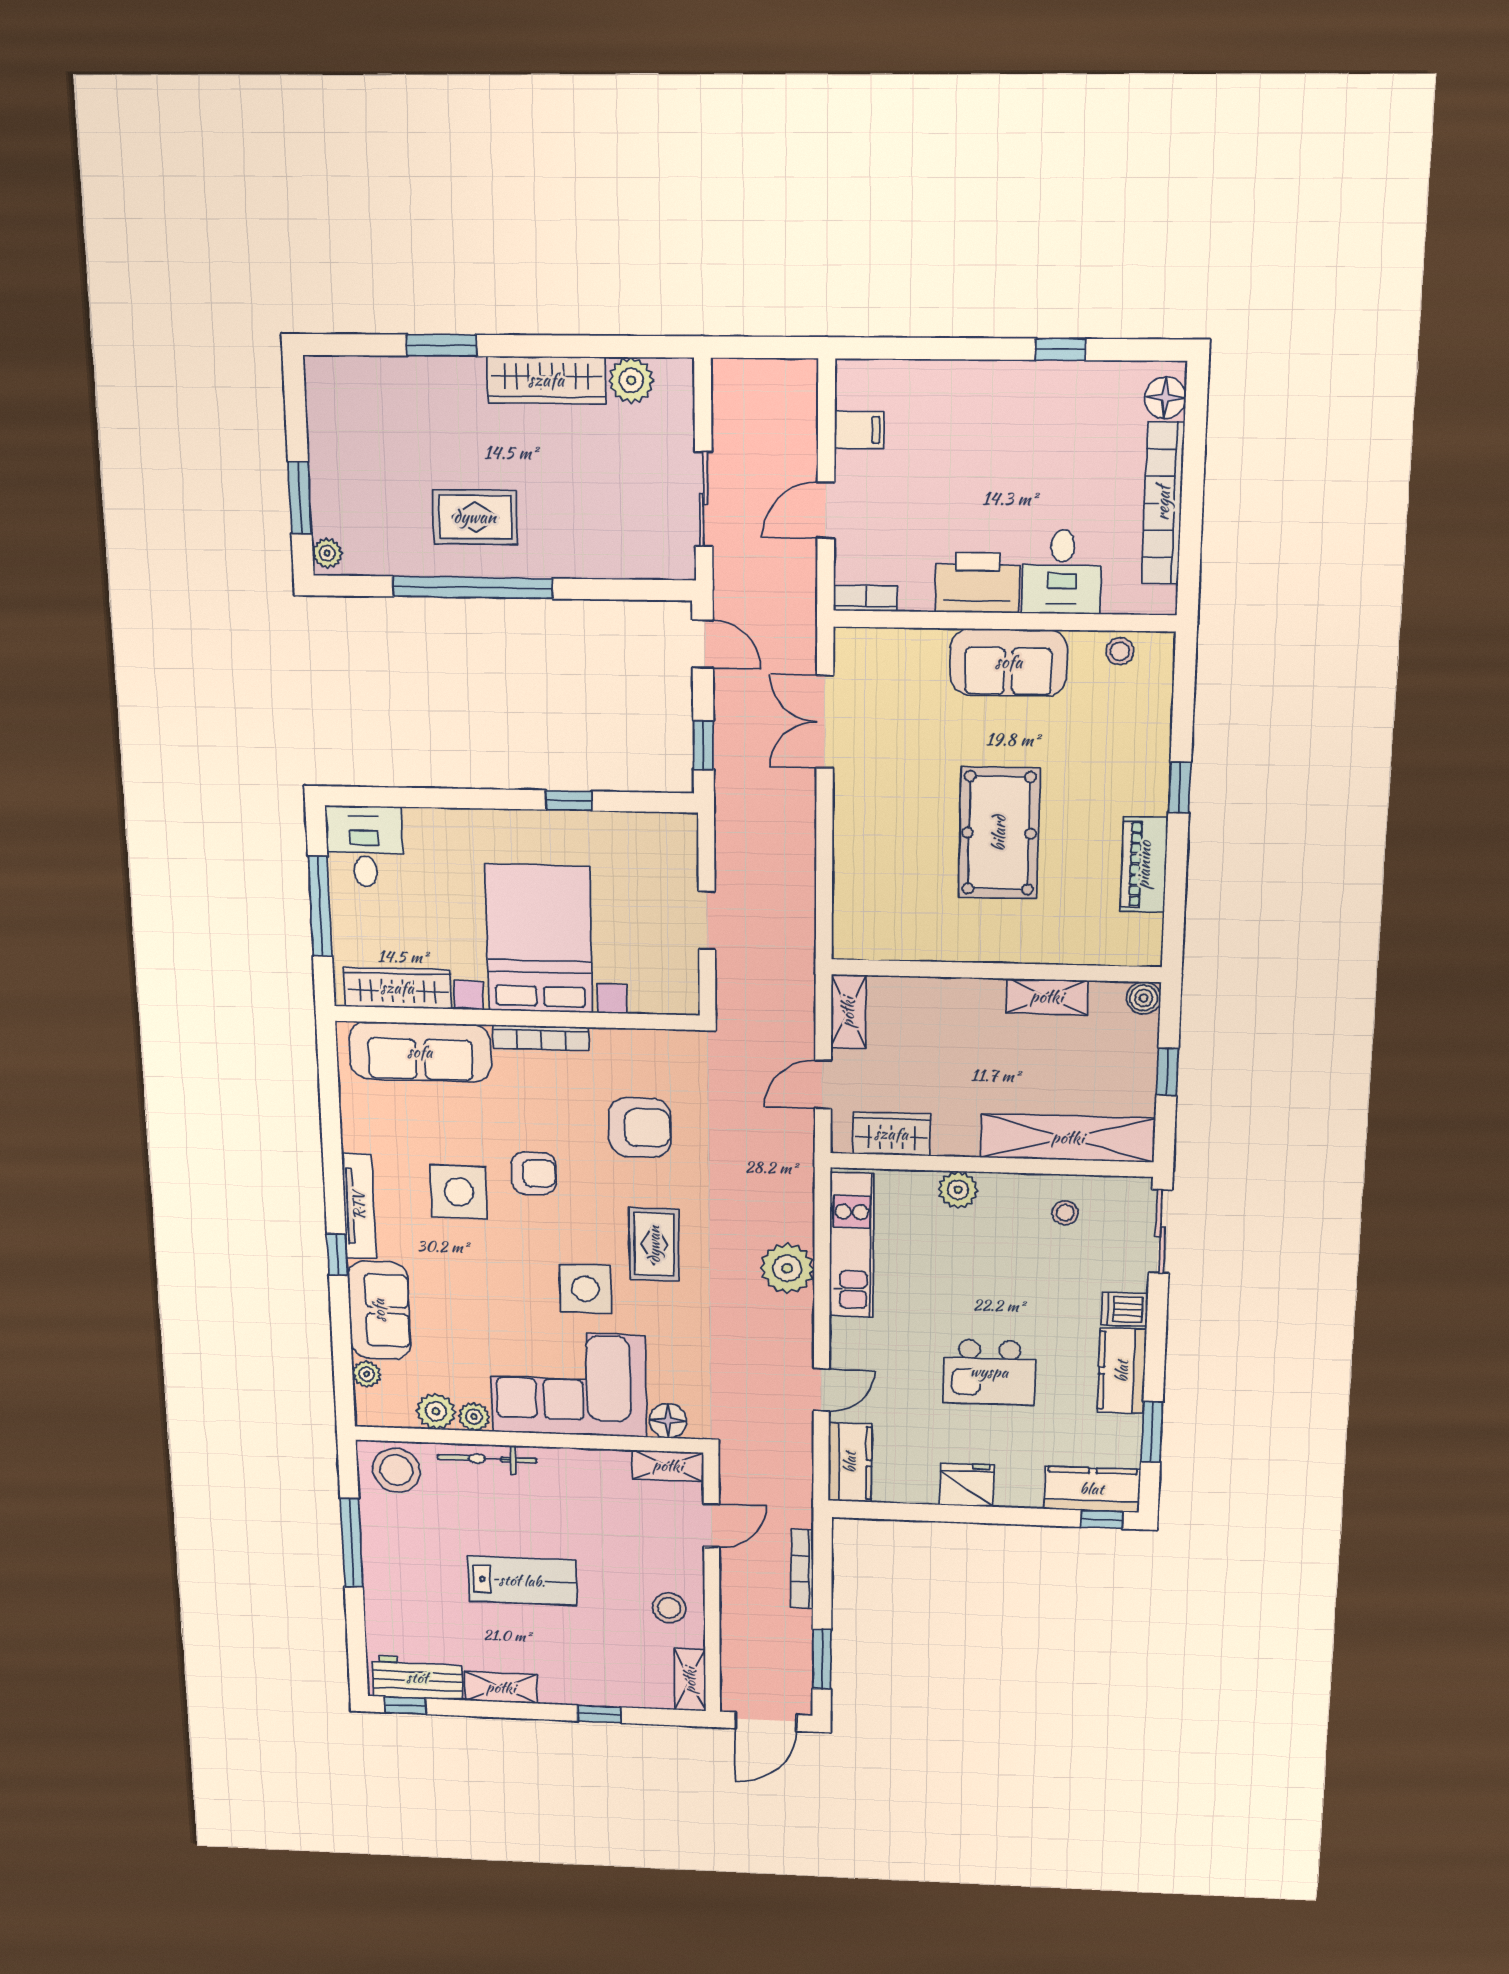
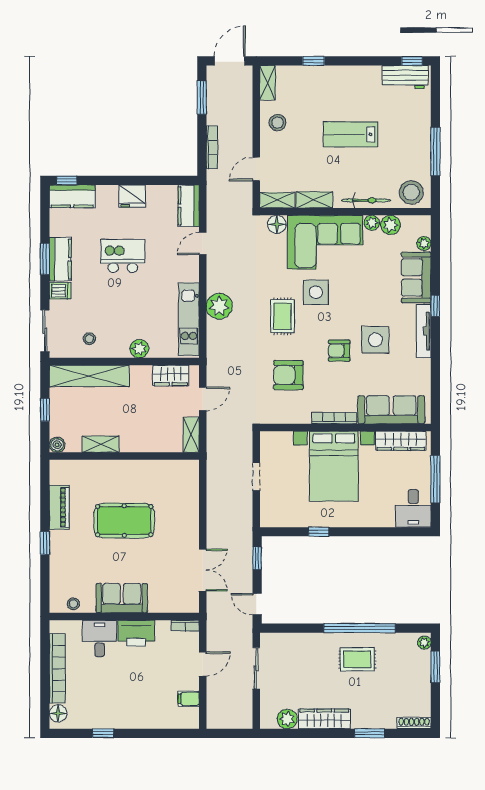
shoe rack: (342, 369) -> (414, 723), added
pool table: (999, 833) -> (124, 521), turned 90
window: (1152, 1432) -> (45, 259), moved
shelving: (501, 1688) -> (314, 200), moved

